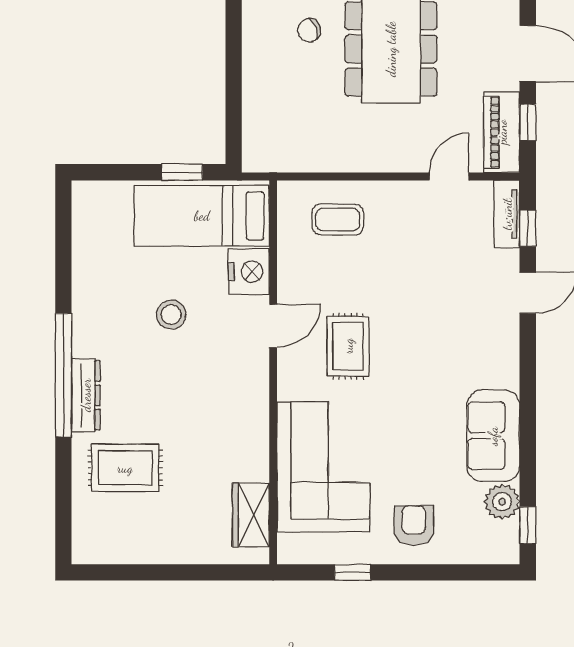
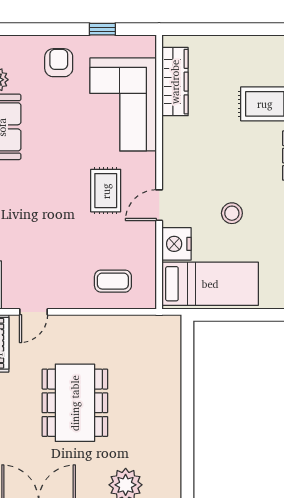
chair: (309, 30) -> (133, 416), removed
window: (182, 172) -> (224, 315), removed
wardrobe: (251, 515) -> (175, 82), width x1.50
armchair: (414, 525) -> (59, 63), turned 180

